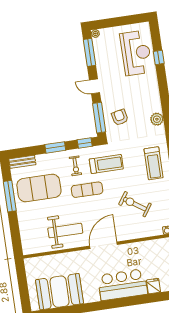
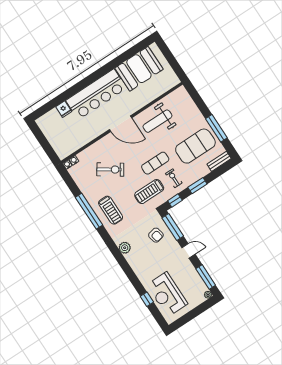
treadmill: (154, 163) -> (111, 210), turned 180
door: (103, 245) -> (121, 124), hinge flipped
bar counter: (123, 285) -> (96, 94), width x1.36

